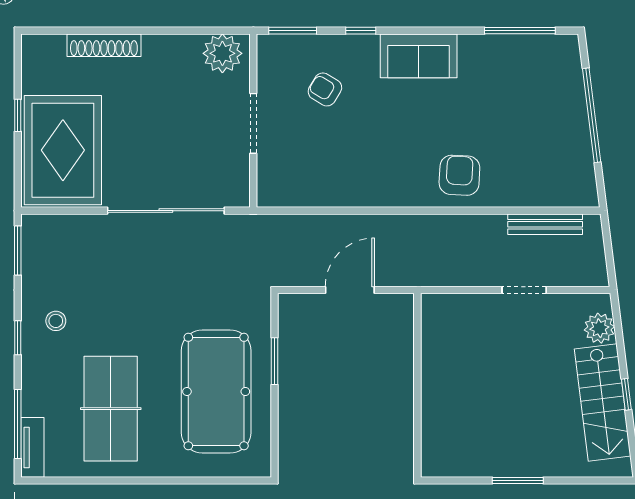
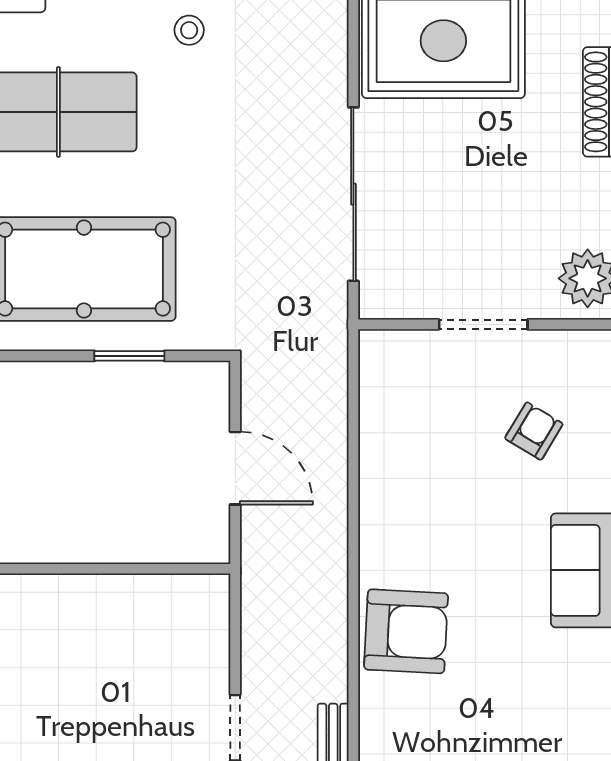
armchair: (459, 175) -> (406, 631), width x1.36, depth x1.36

